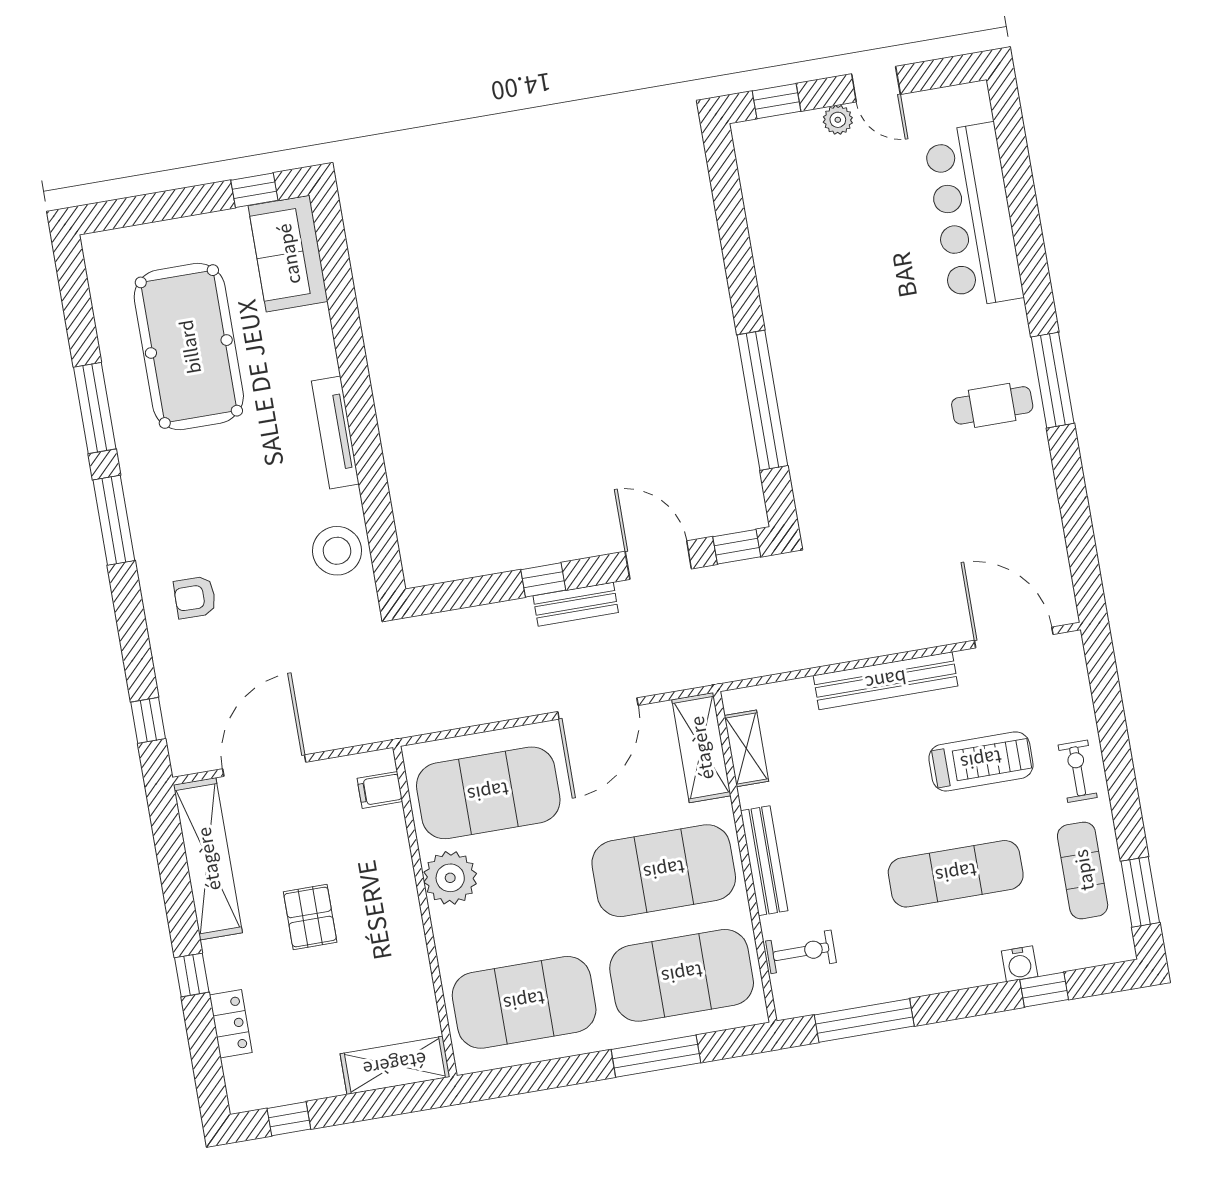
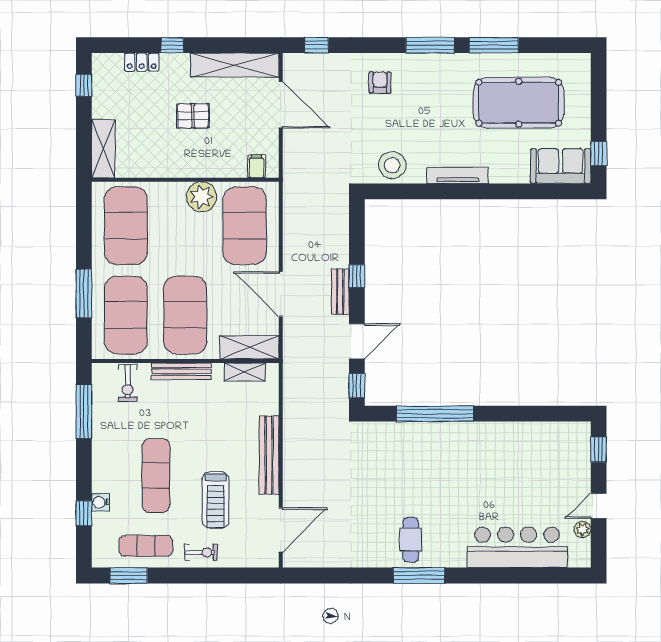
plant: (838, 120) -> (583, 529), moved

